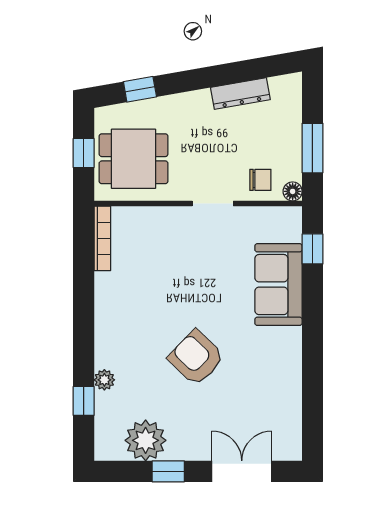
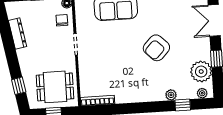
dining table: (134, 159) -> (55, 87), turned 90
plant: (104, 440) -> (202, 93), added

